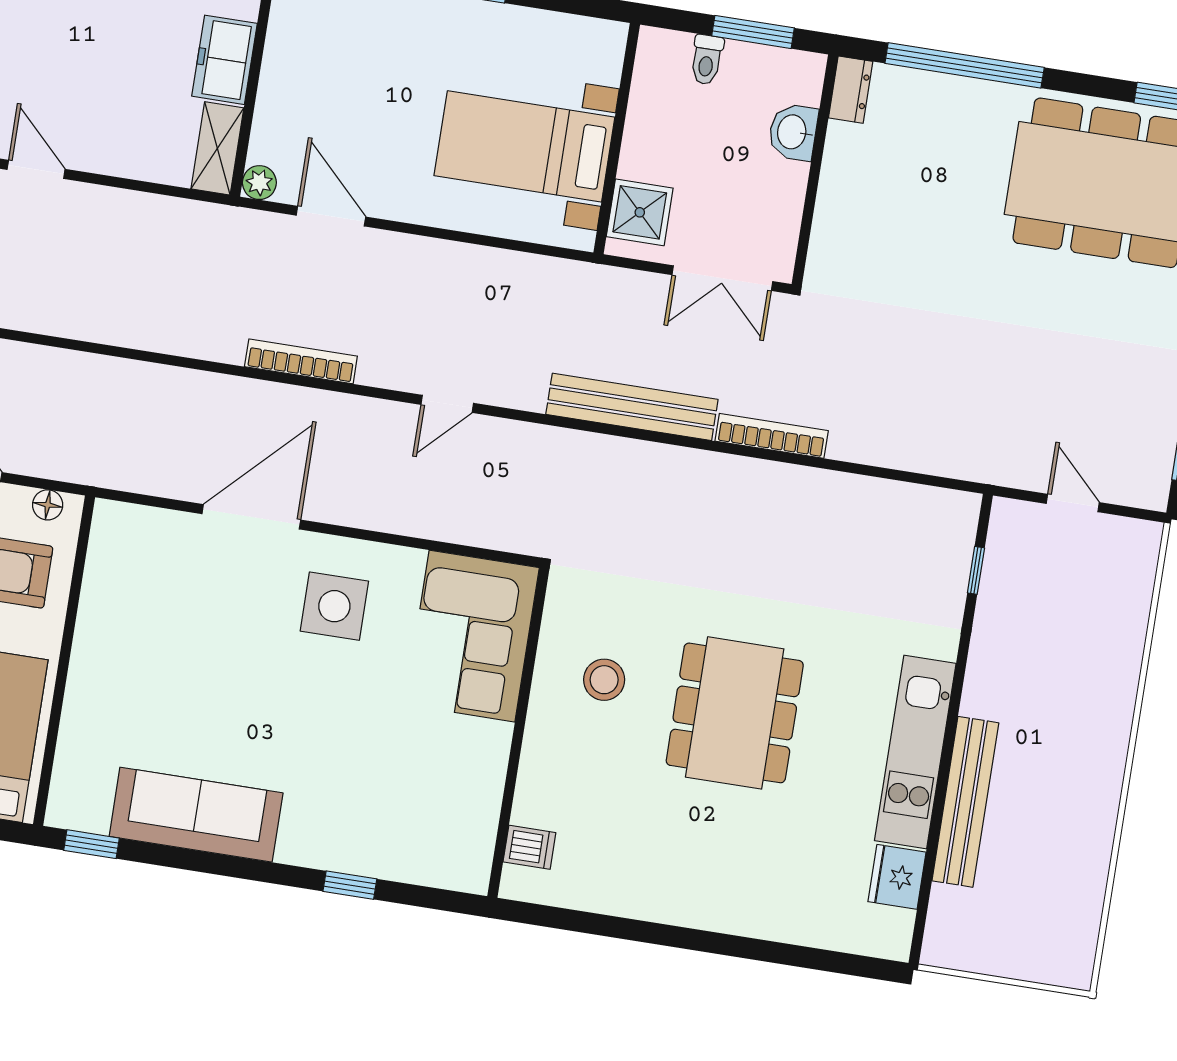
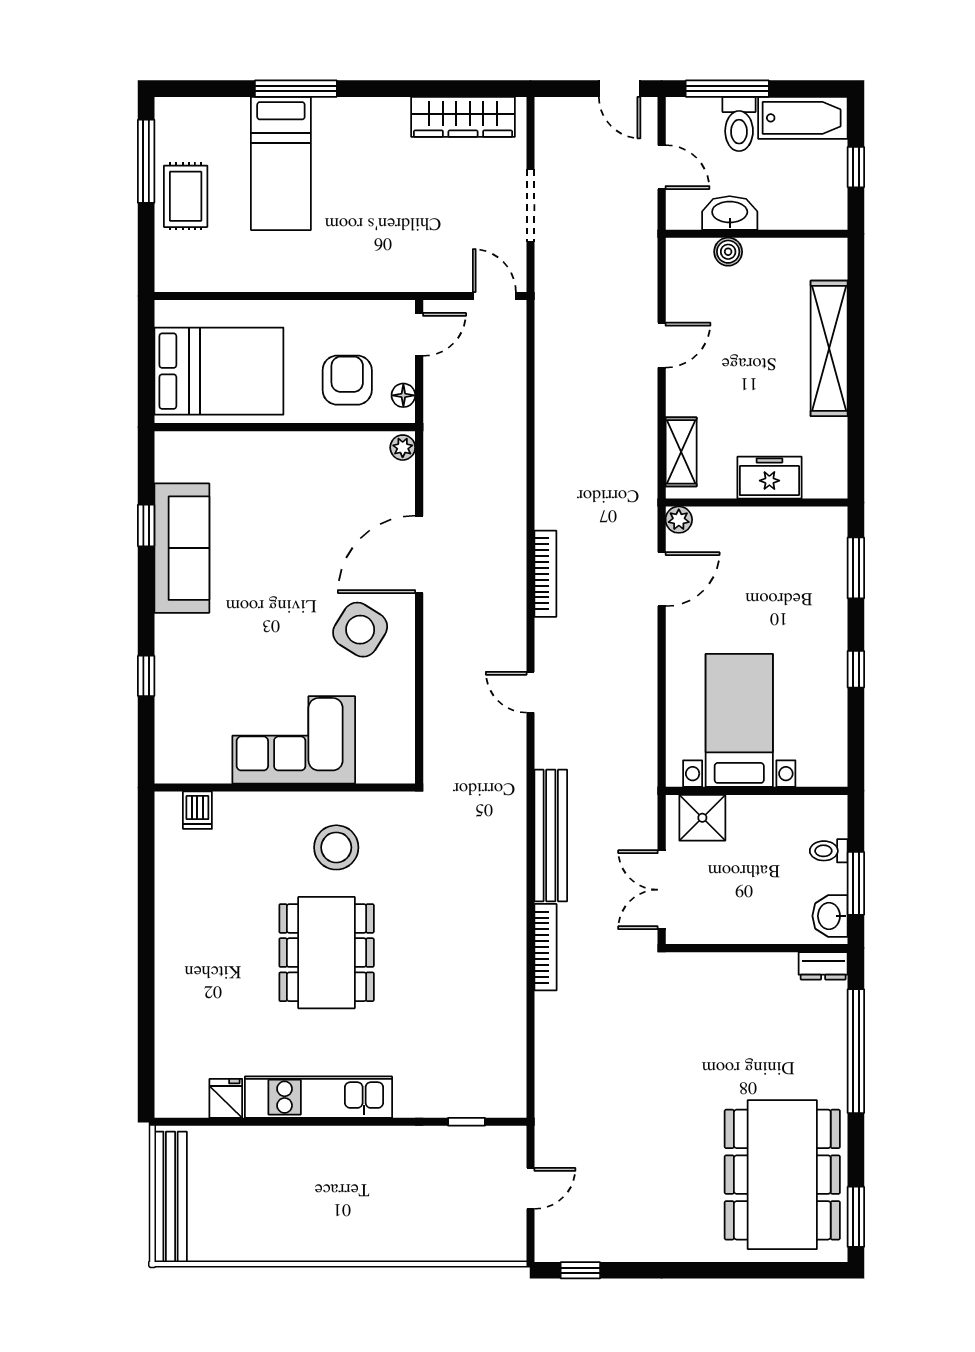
washbasin: (793, 132) -> (830, 916), moved, turned -90
shelving: (217, 148) -> (681, 452), moved, turned 90
plant: (113, 516) -> (403, 448), added
door: (251, 517) -> (419, 554), swing flipped
side table: (334, 606) -> (360, 630), turned 32
corner sofa: (472, 636) -> (294, 740), moved
stool: (604, 680) -> (336, 847), width x1.38, depth x1.38
dining table: (735, 713) -> (327, 953), turned 90
bench: (965, 802) -> (171, 1197), moved, turned 90
window: (91, 844) -> (146, 525), moved
fridge: (897, 877) -> (226, 1098), width x0.72

